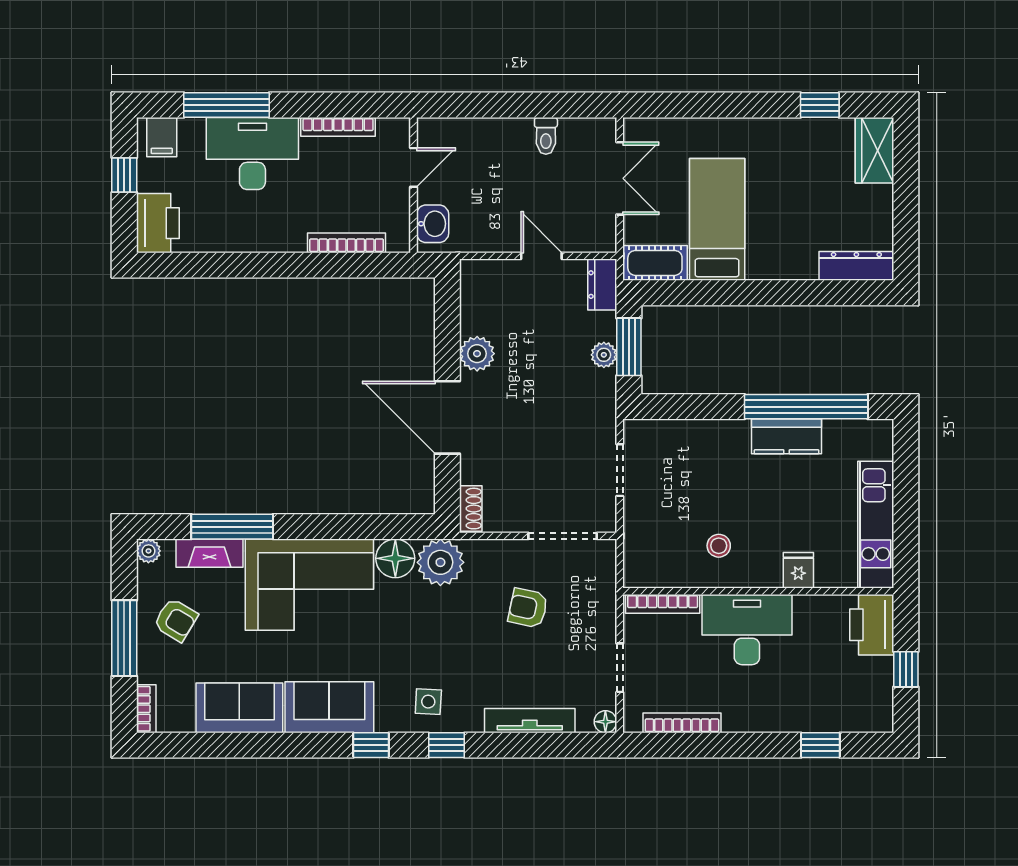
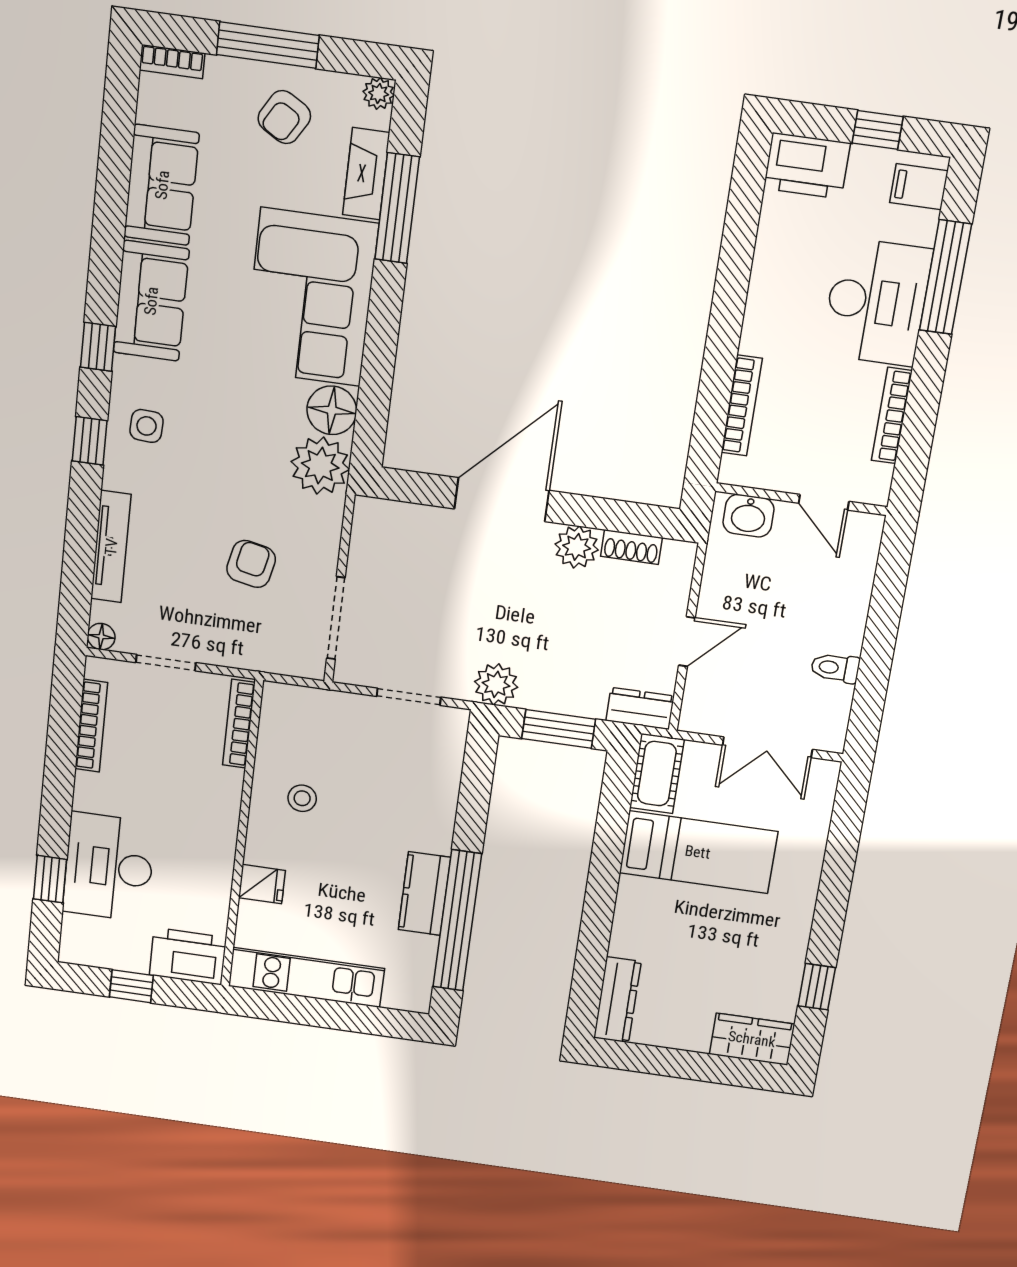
plant: (604, 355) -> (496, 684), moved, width x1.38, depth x1.38
shoe rack: (471, 509) -> (631, 547), moved
desk: (747, 630) -> (109, 867), moved, turned 180

